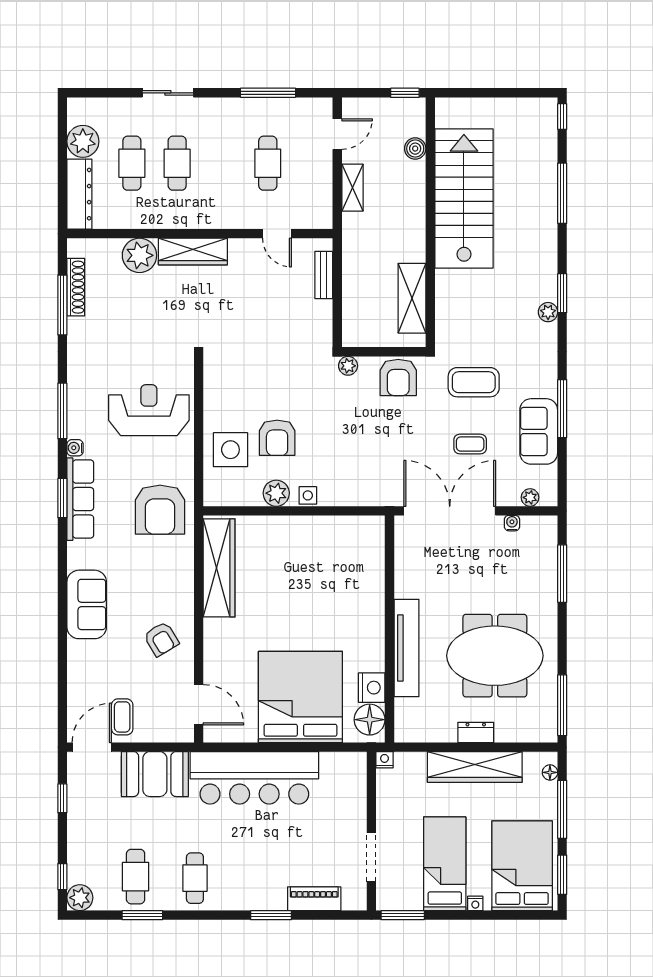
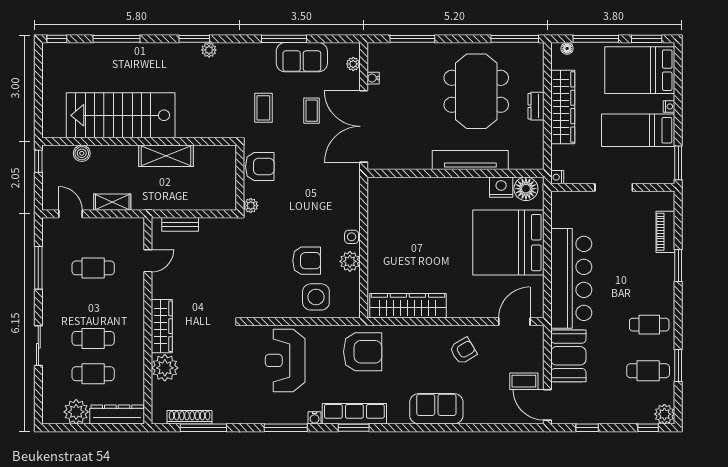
shelving: (412, 298) -> (166, 156), moved
coffee table: (474, 382) -> (263, 108), width x0.73, depth x0.77
doorway: (371, 857) -> (614, 187), moved

